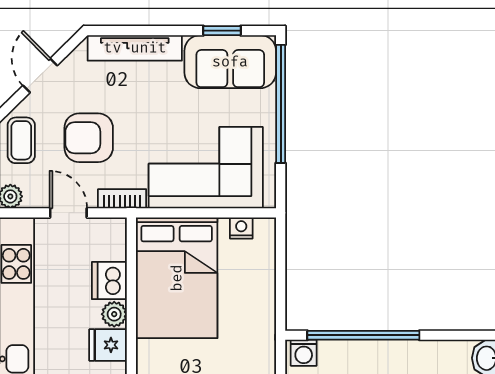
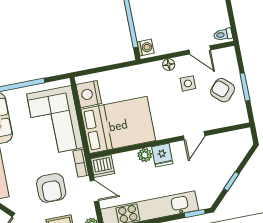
door: (68, 213) -> (94, 191), swing flipped
nightstand: (241, 228) -> (89, 94), width x1.89, depth x1.79
dishwasher: (109, 281) -> (103, 166), moved

